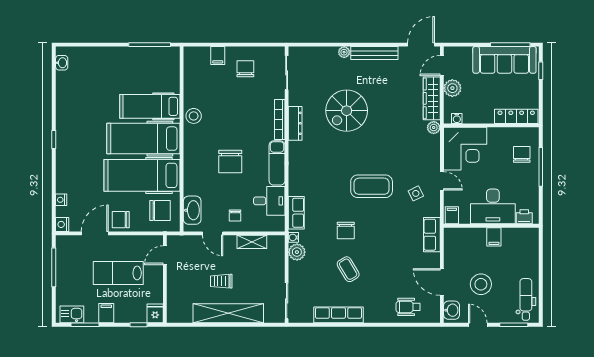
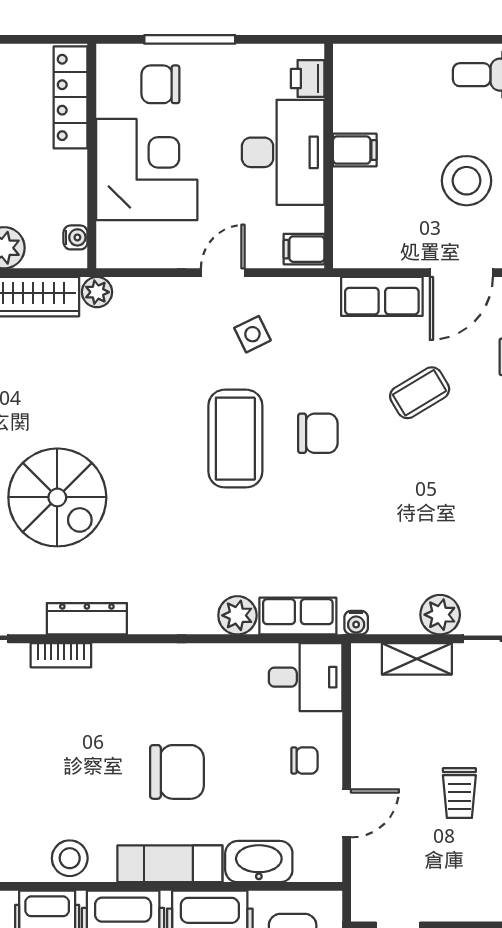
bookcase: (280, 119) -> (61, 655), width x0.64
corner desk: (465, 149) -> (147, 170), moved
exam couch: (277, 163) -> (170, 864), moved, turned 180
plant: (297, 187) -> (237, 615), added
desk: (269, 201) -> (306, 677), moved, turned 90
washbasin: (192, 210) -> (259, 862), moved
chair: (346, 230) -> (318, 433), moved
row of seats: (432, 235) -> (382, 296), moved
shelving: (252, 242) -> (417, 659), moved, turned 90
plant: (297, 252) -> (440, 615), moved
coffee table: (348, 269) -> (420, 393), moved

